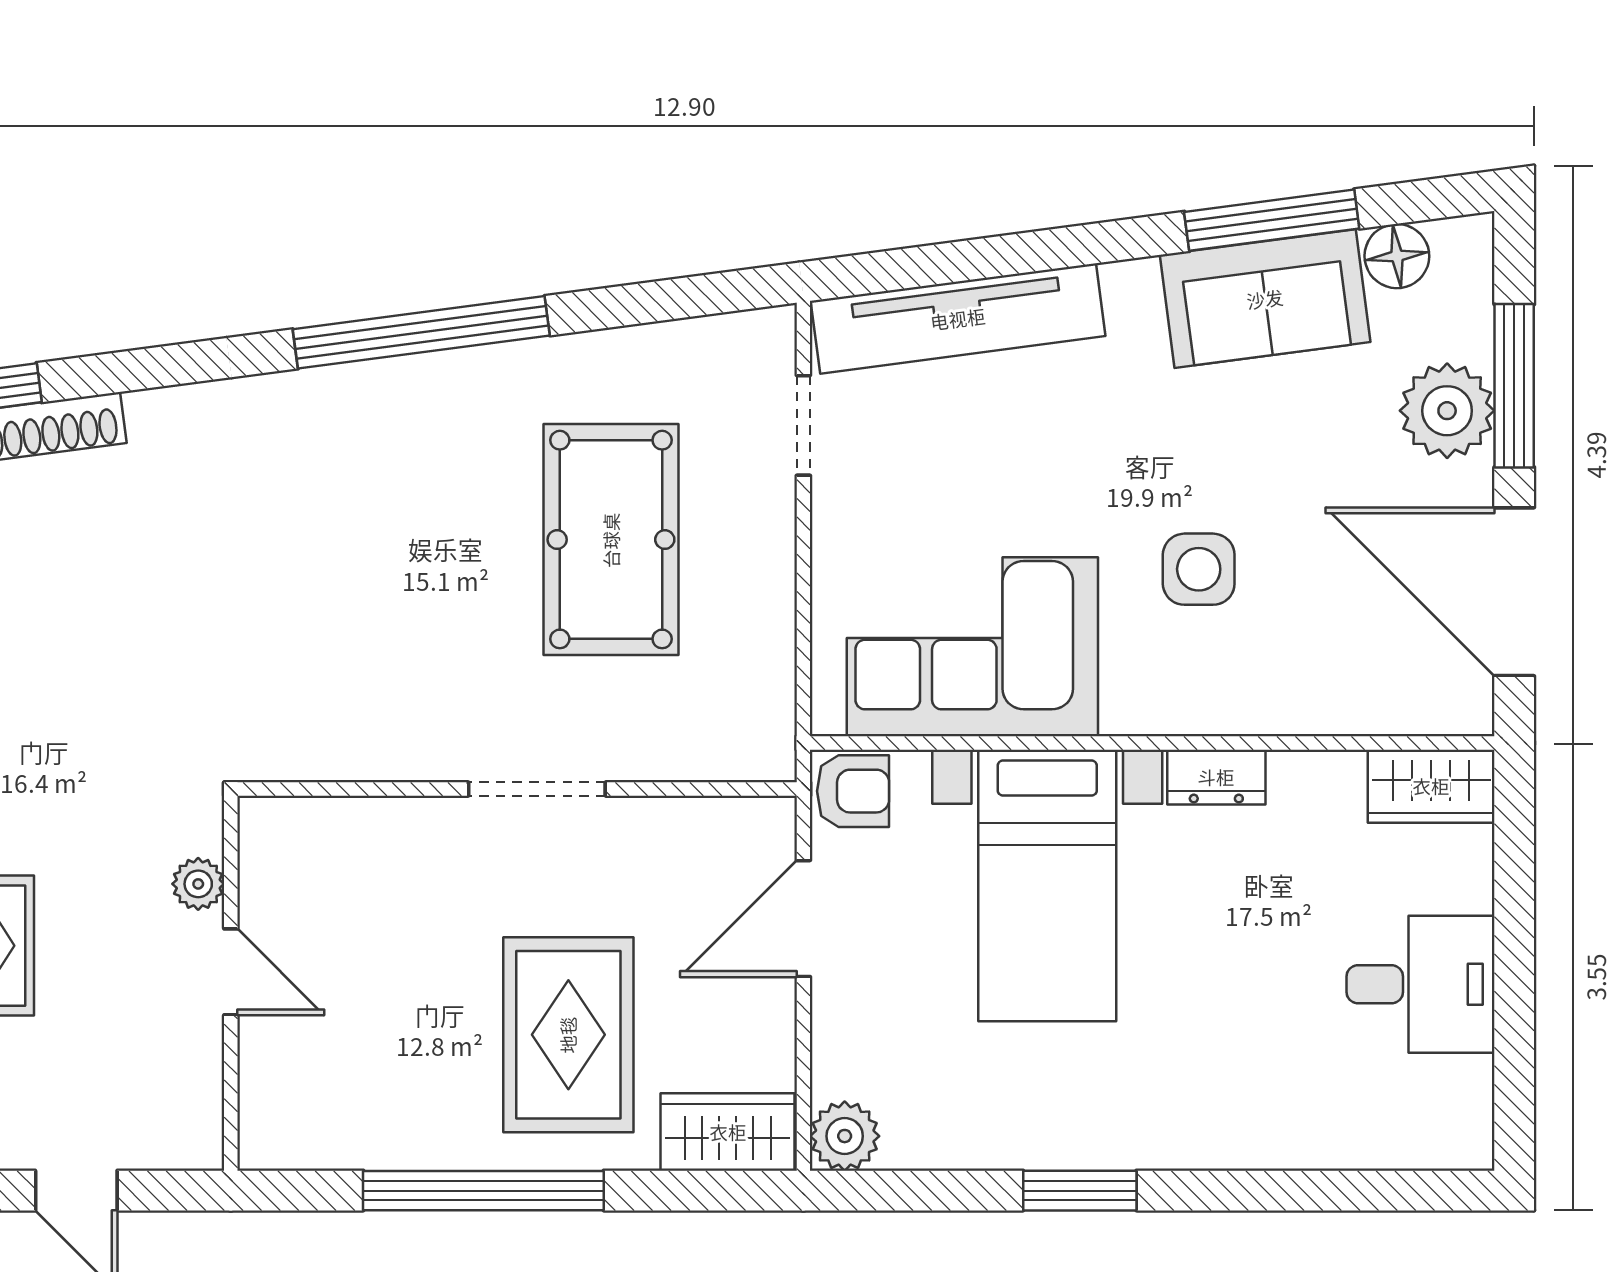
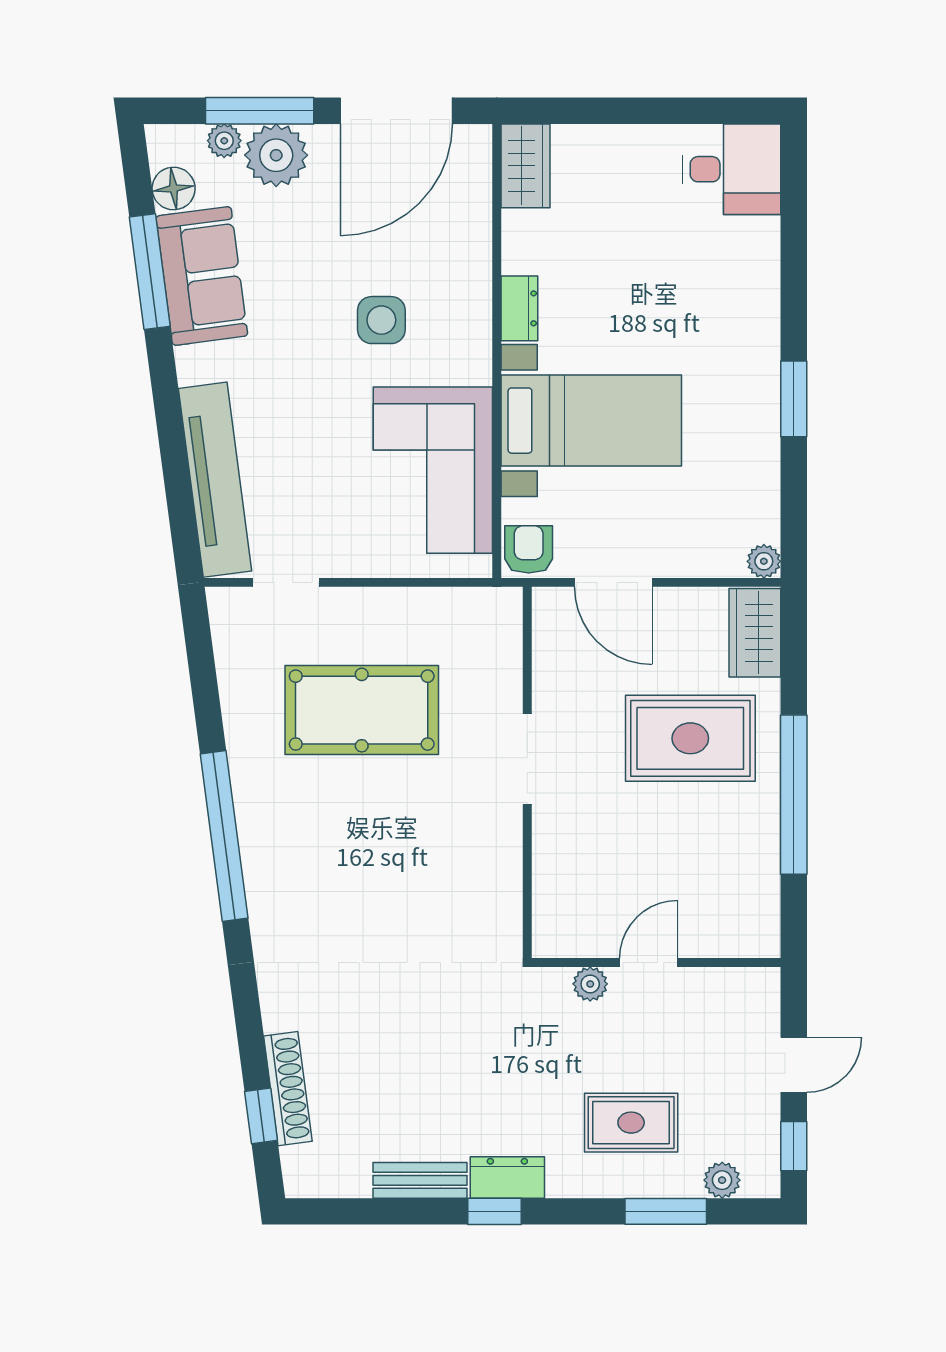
plant: (1469, 332) -> (224, 141), added
desk: (1421, 984) -> (732, 169), moved, turned 90
plant: (845, 1136) -> (764, 561), width x0.73, depth x0.73

